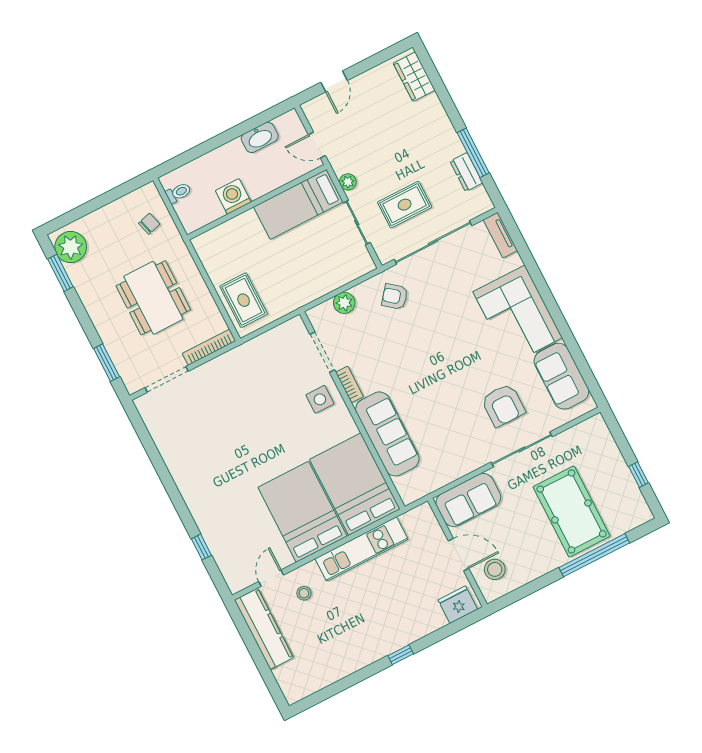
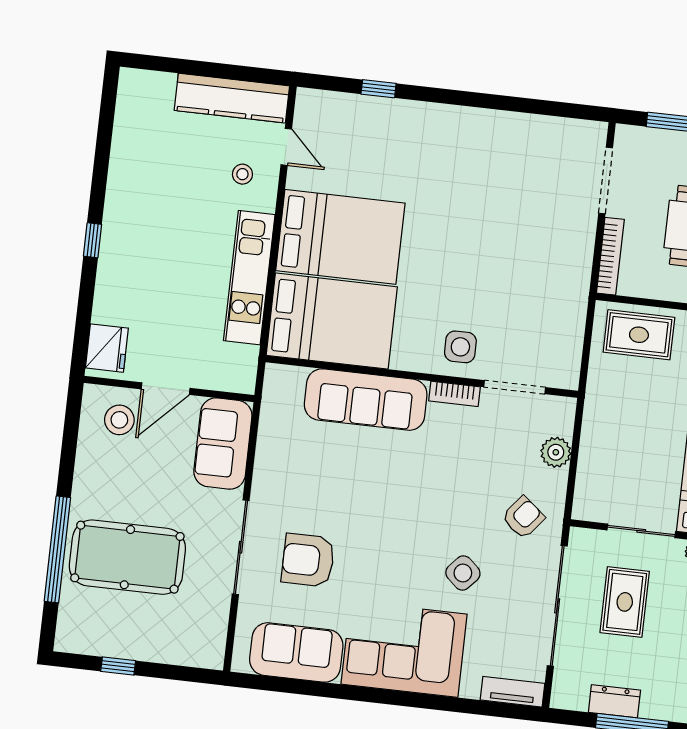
side table: (451, 310) -> (463, 573), added

